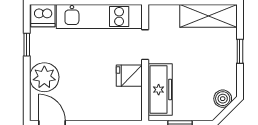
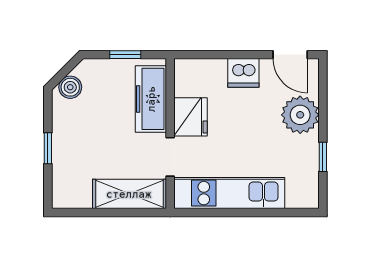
dishwasher: (43, 16) -> (243, 73), moved, turned 180
shelving: (208, 16) -> (129, 194), moved
fridge: (129, 76) -> (191, 117), width x1.38

